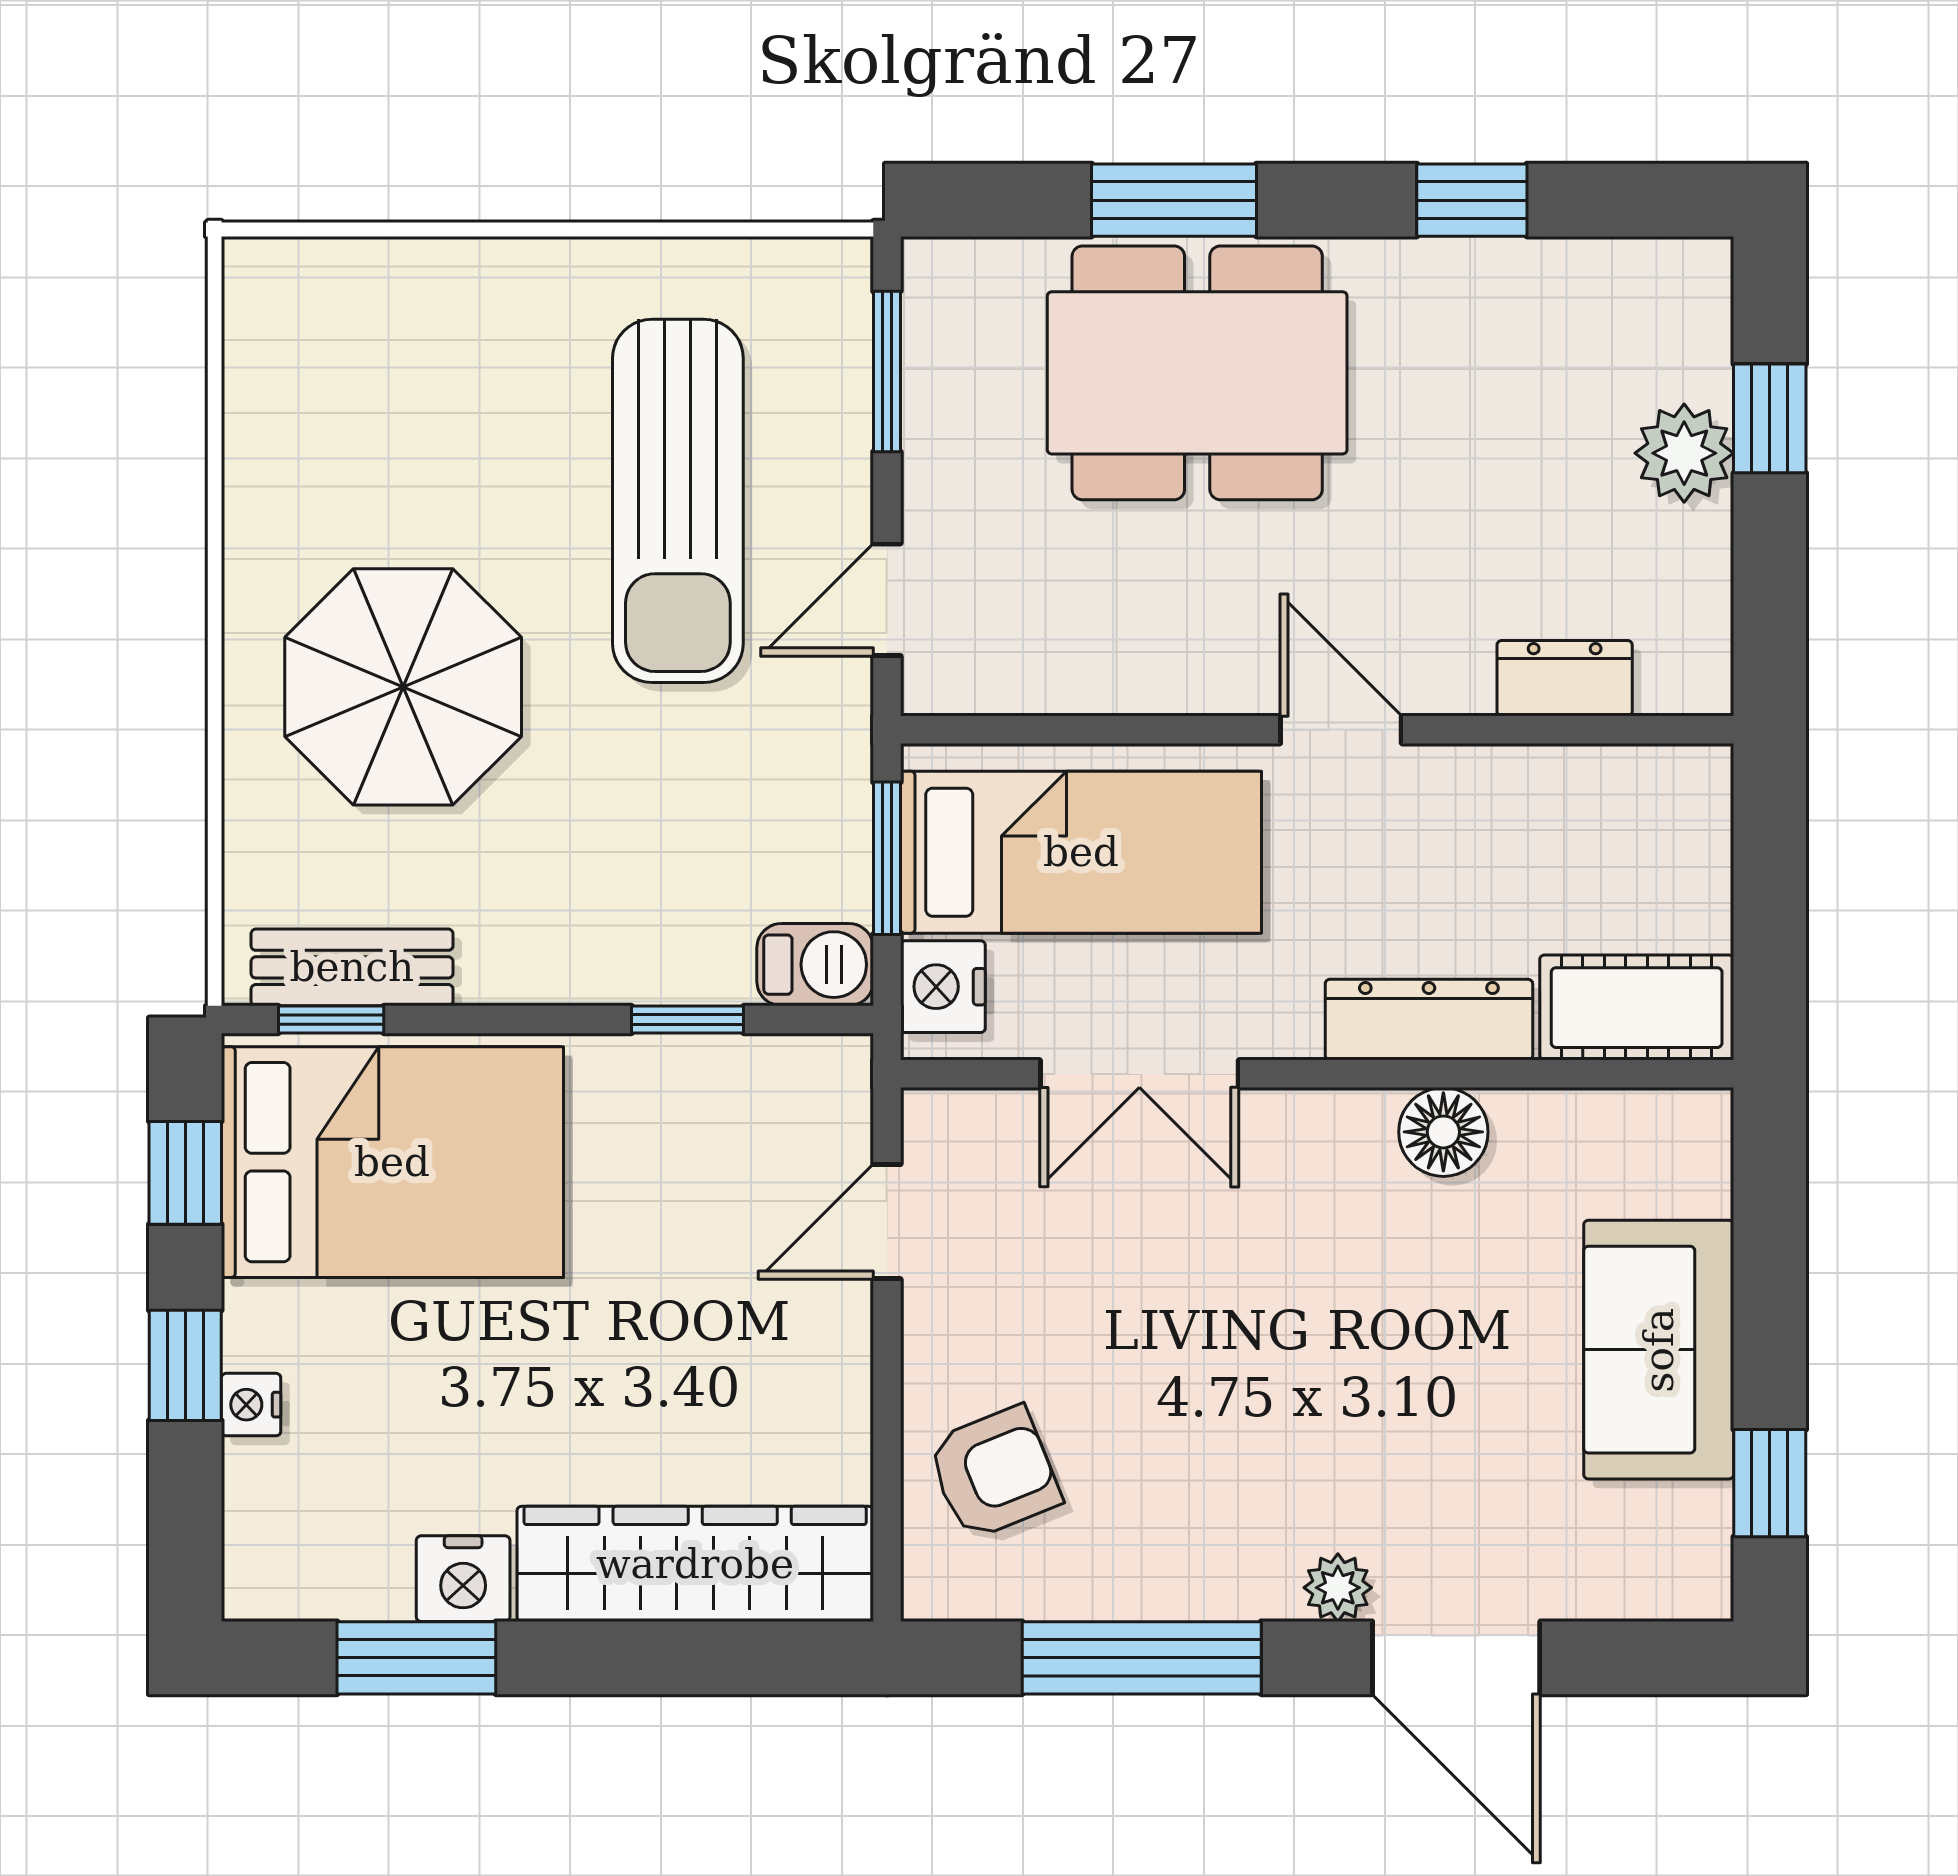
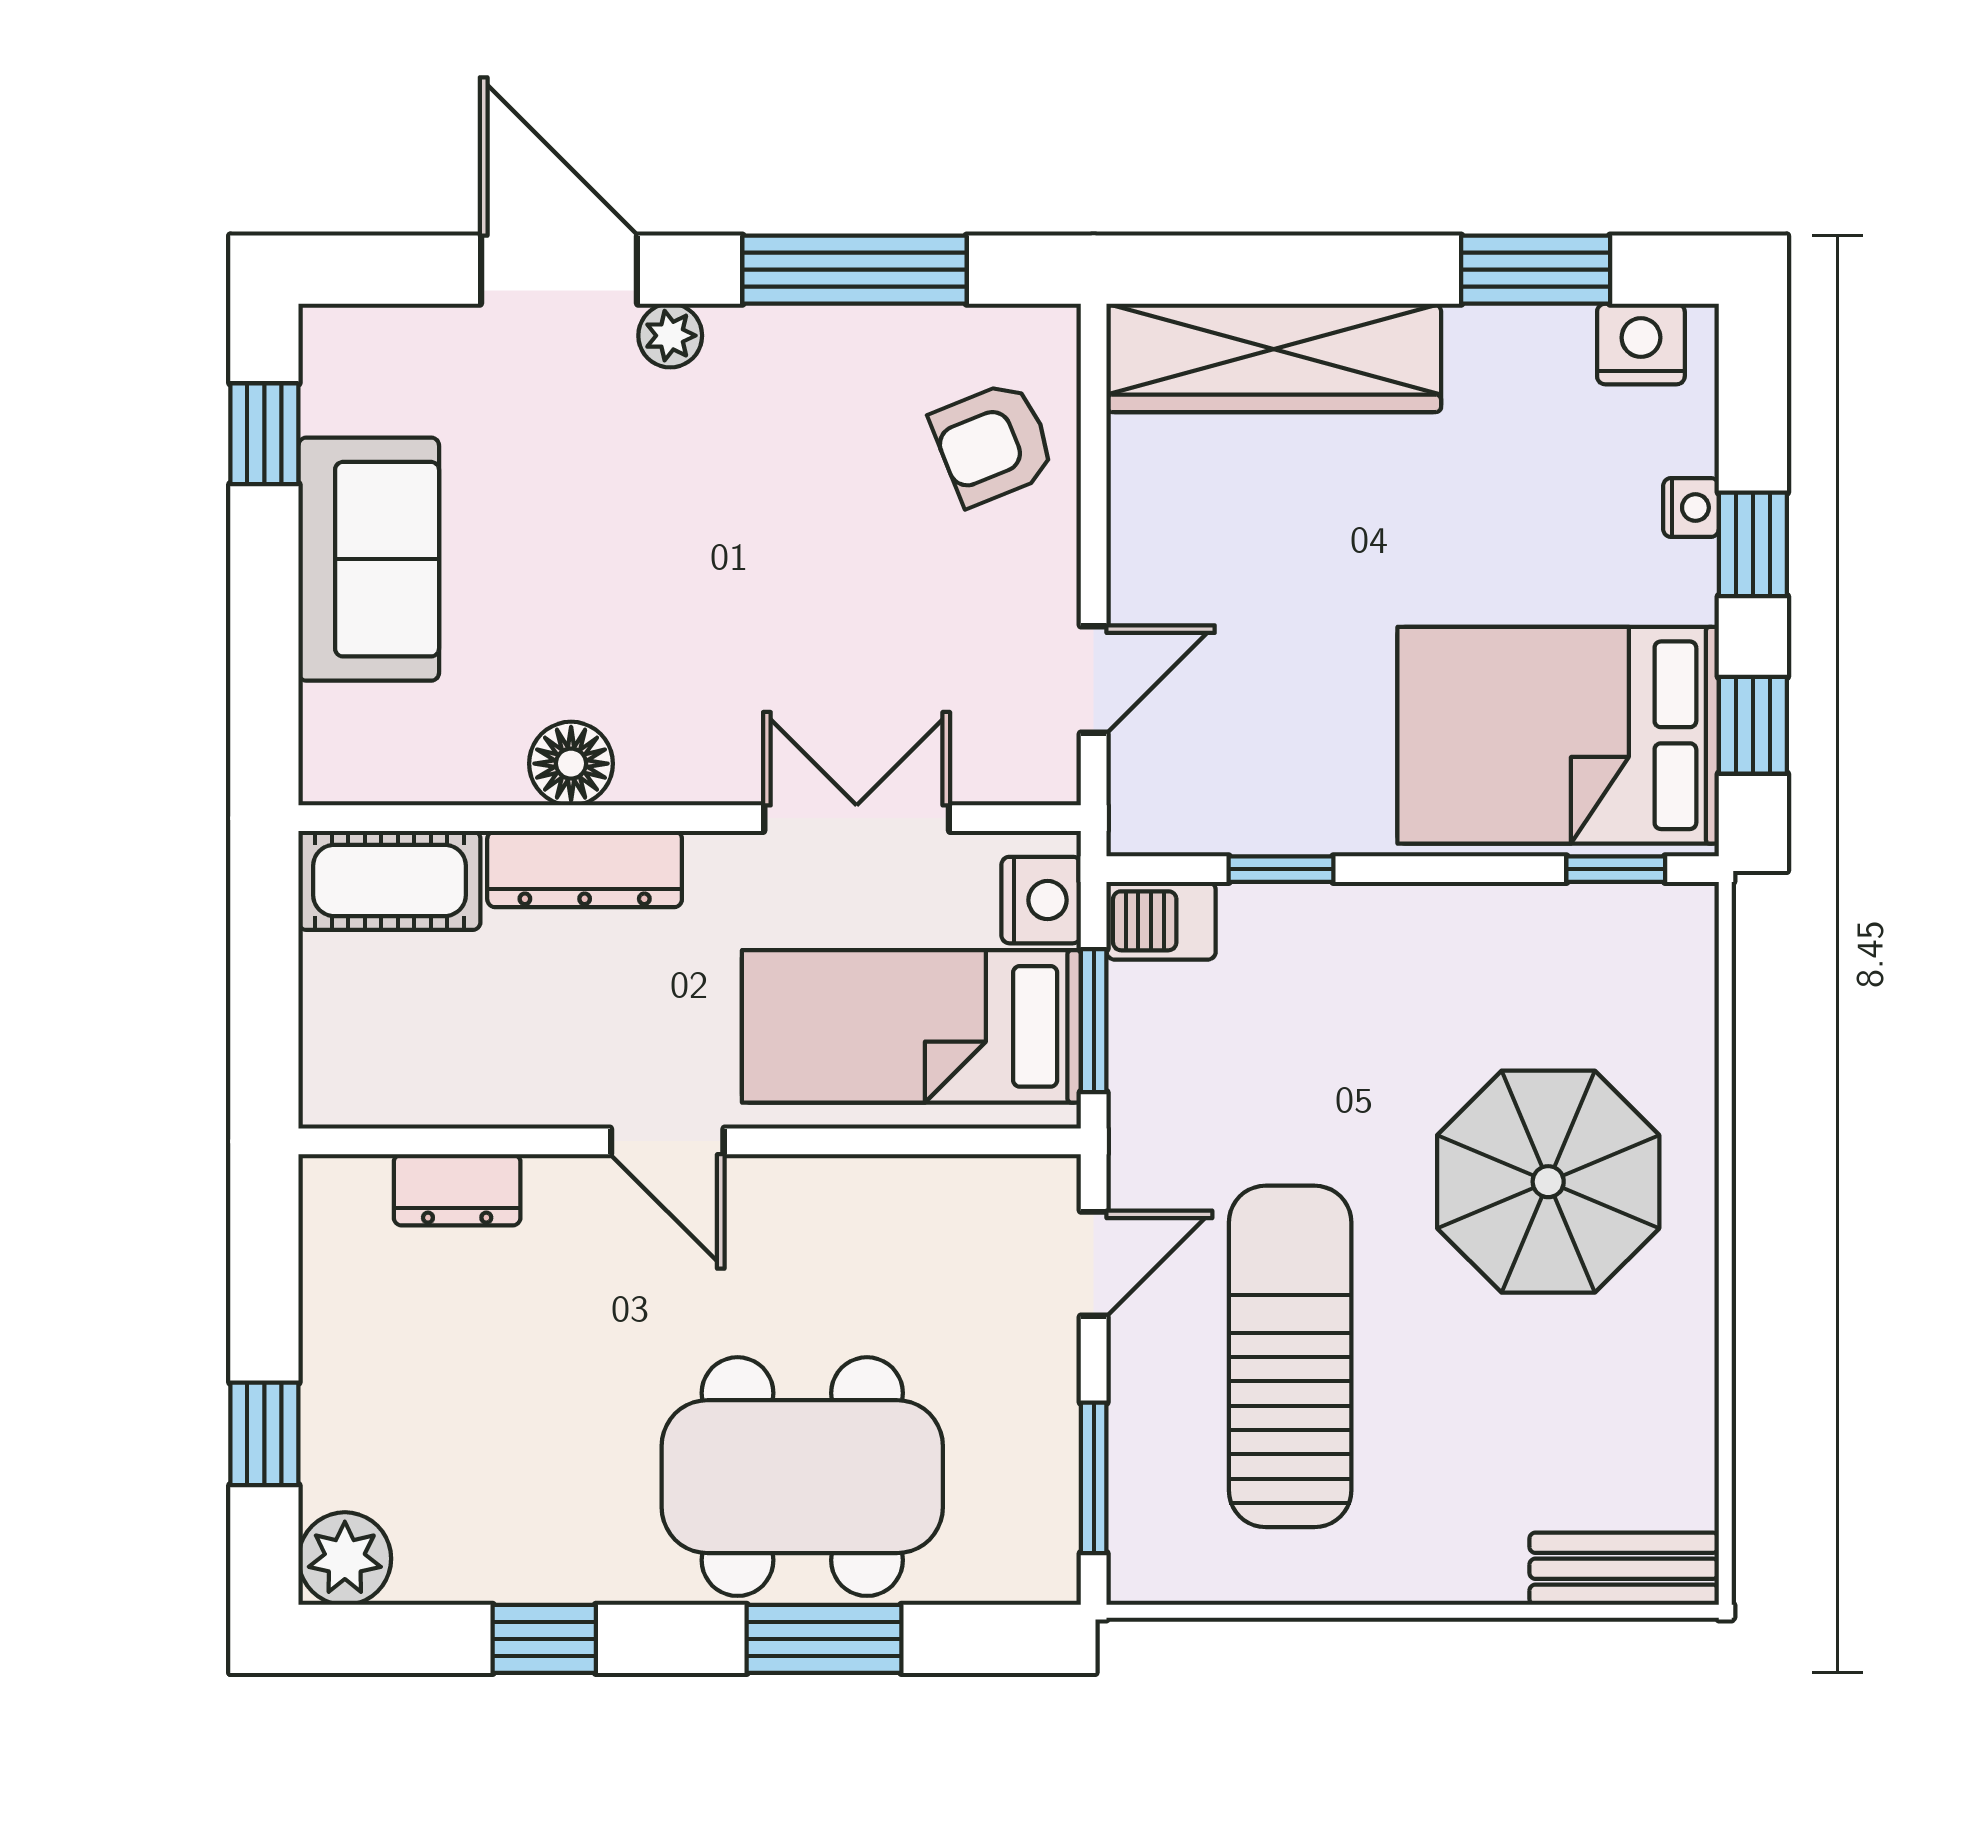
plant: (1684, 453) -> (345, 1559), moved
bench: (352, 967) -> (1624, 1569), moved
nightstand: (463, 1579) -> (1641, 344), moved

